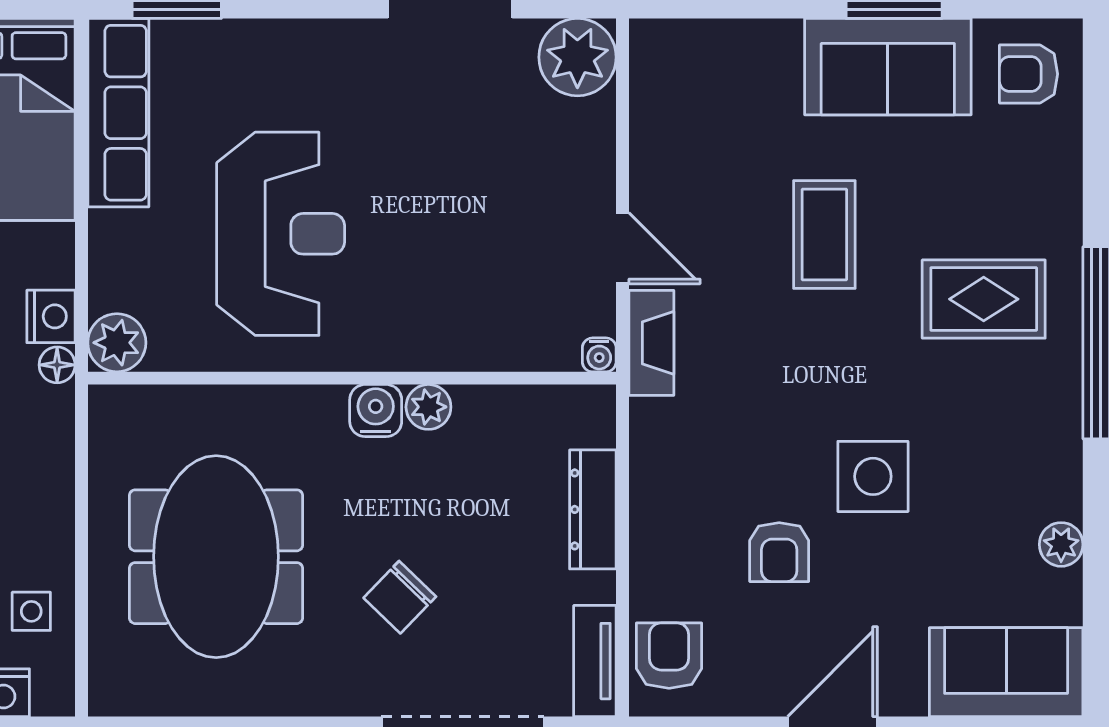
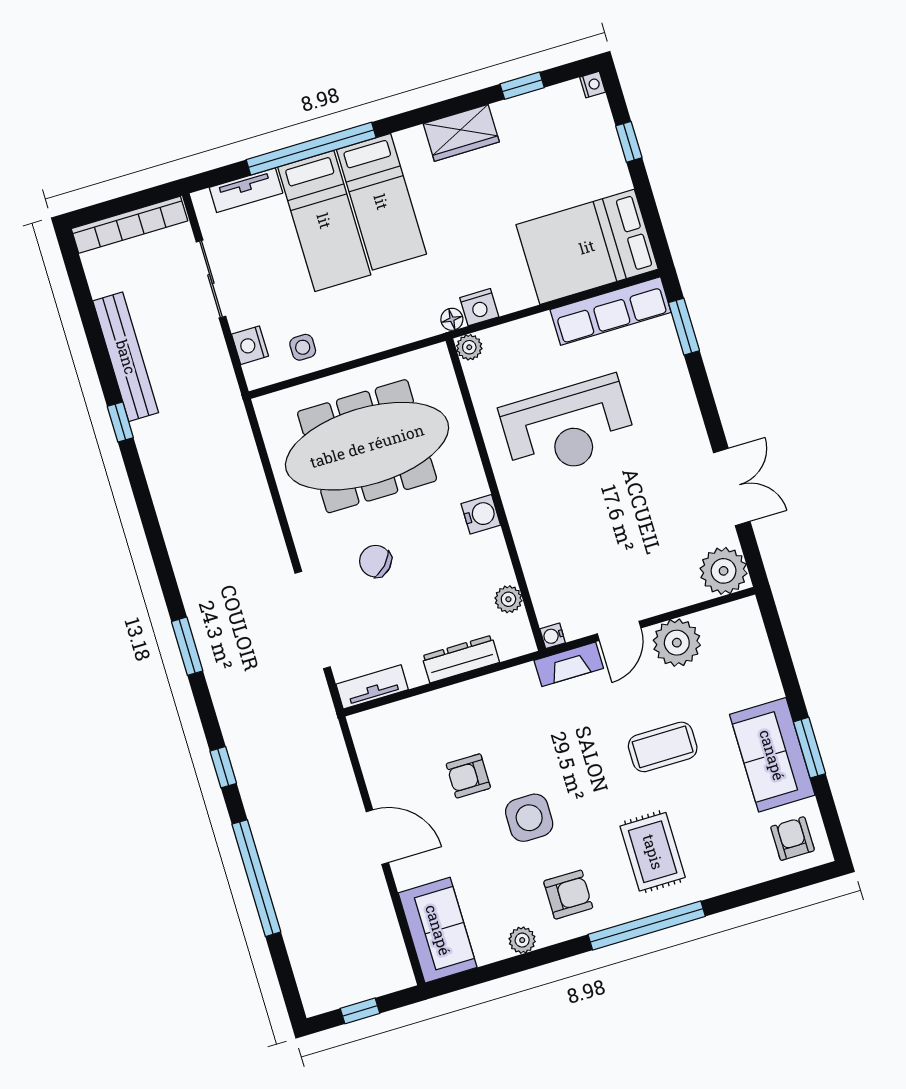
plant: (668, 164) -> (677, 643), added
plant: (117, 343) -> (469, 347), width x0.73, depth x0.73
plant: (428, 407) -> (508, 599), moved
meeting table: (216, 557) -> (367, 446), width x1.36
armchair: (669, 656) -> (568, 895), moved

